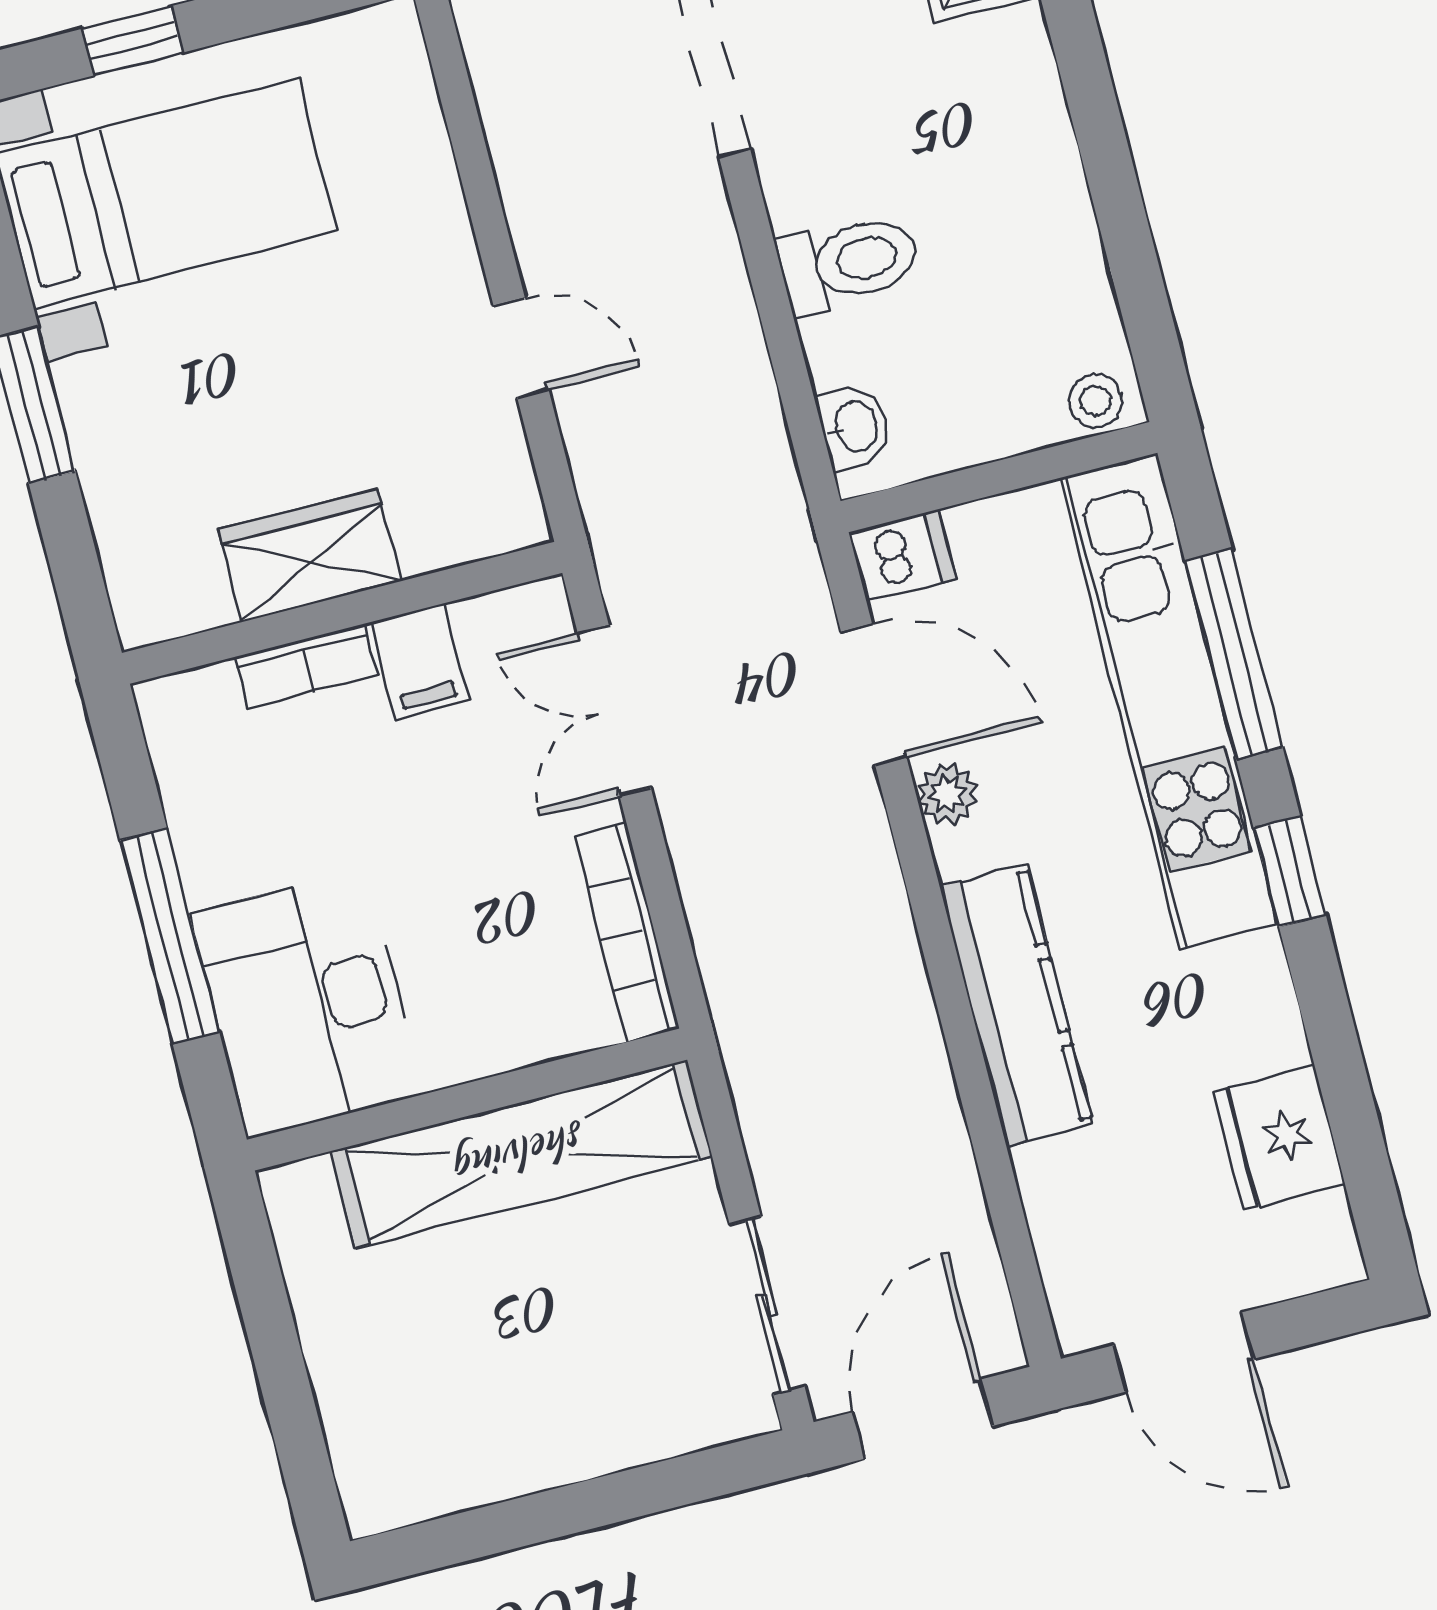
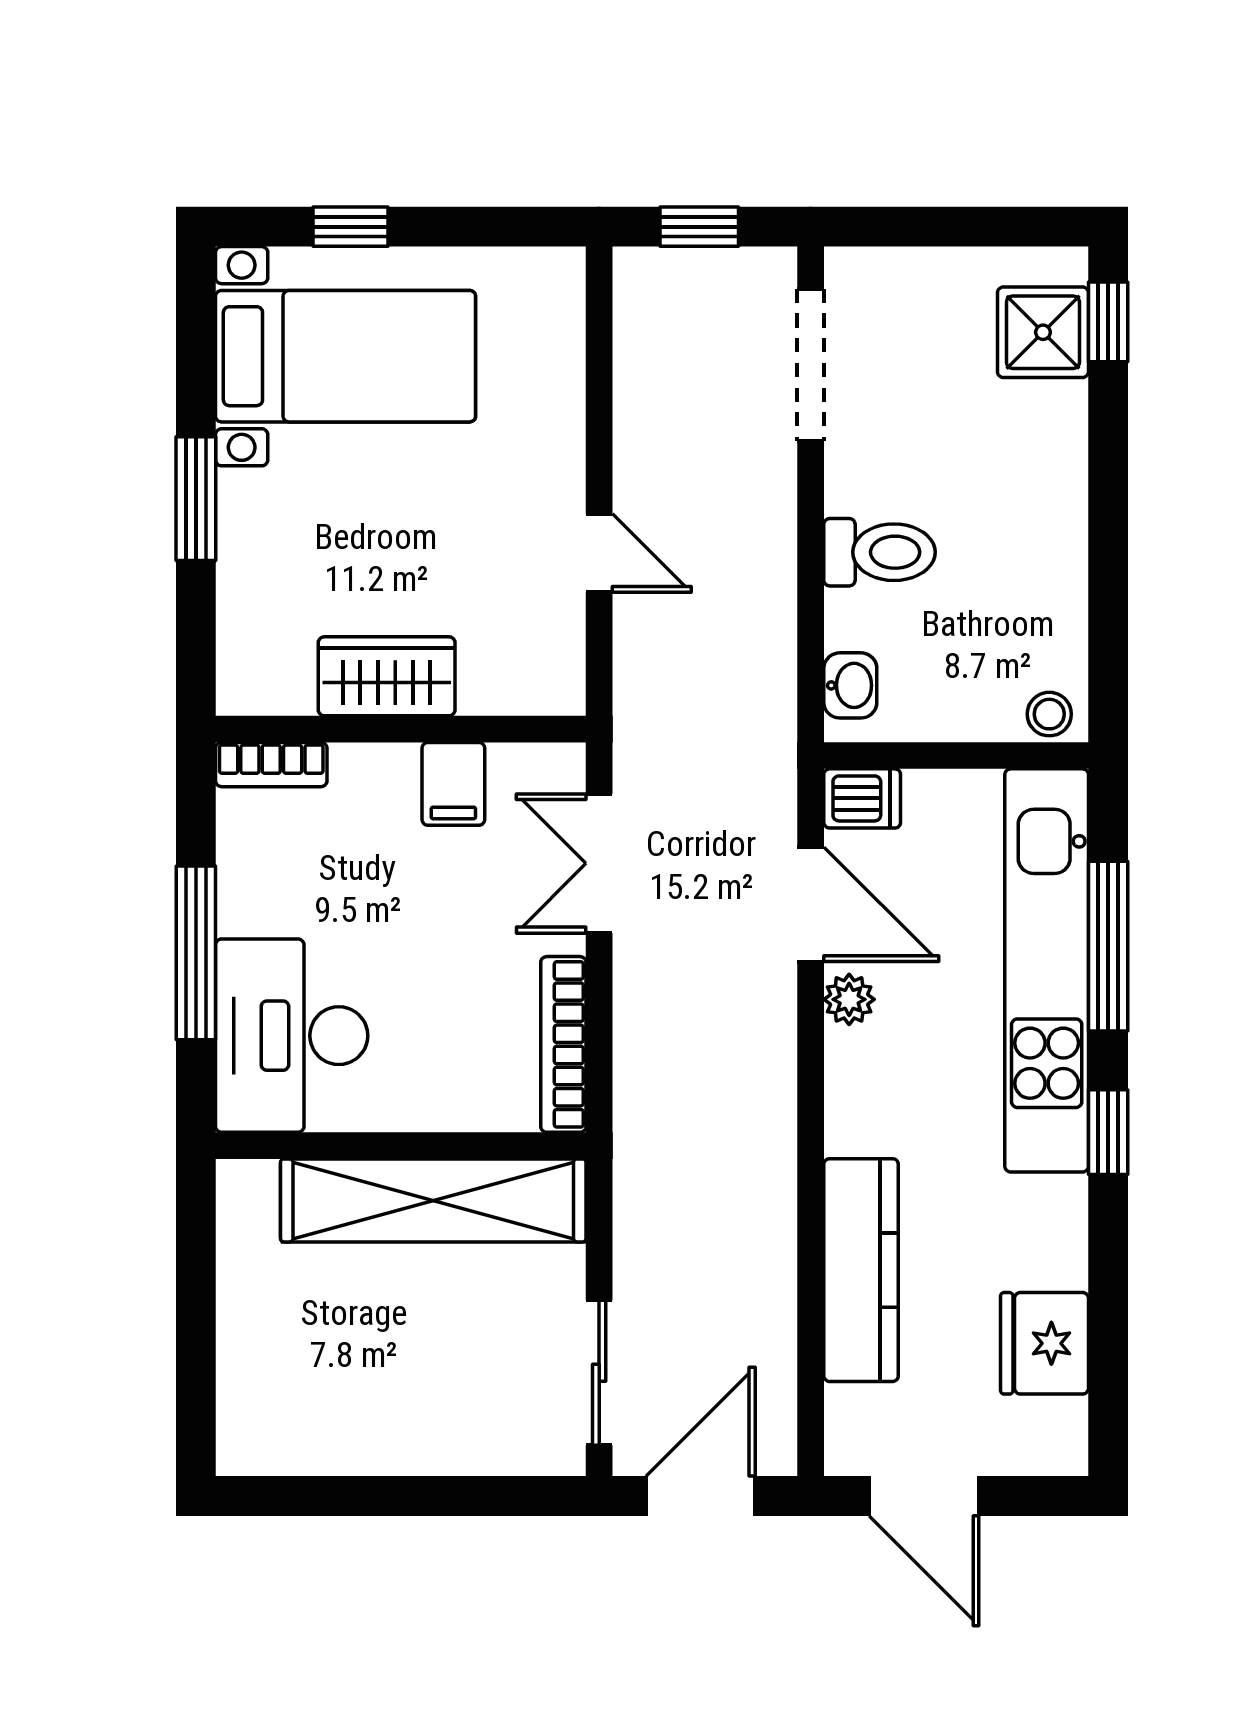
bookcase: (307, 666) -> (271, 765), moved
kitchen counter: (1016, 1005) -> (861, 1270), moved

